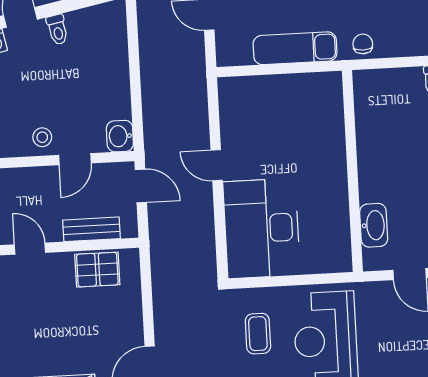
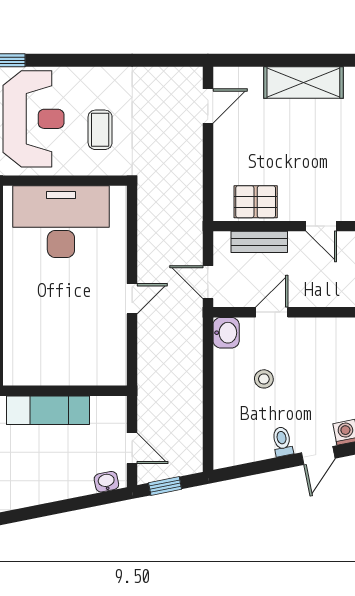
stool: (42, 137) -> (264, 379), moved
door: (217, 165) -> (132, 299), hinge flipped
desk: (261, 228) -> (61, 222), moved, turned -90

